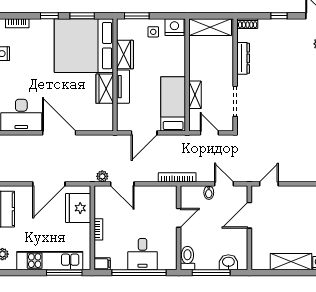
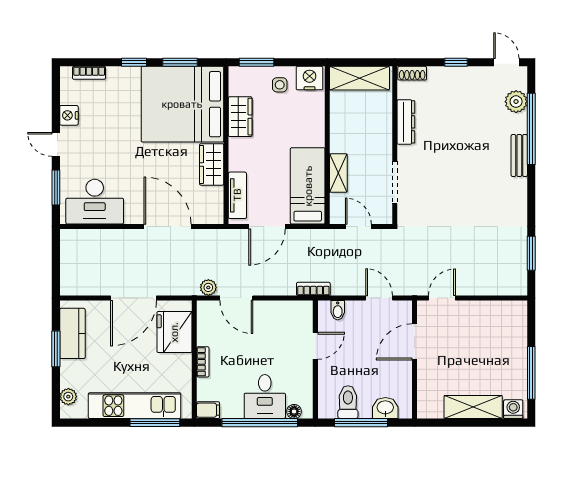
tv unit: (123, 87) -> (237, 195), moved
door: (59, 133) -> (168, 227), moved
bookcase: (177, 177) -> (313, 289), width x0.64
bidet: (209, 193) -> (338, 310), moved
toilet: (187, 258) -> (348, 402), moved
floor lamp: (163, 265) -> (294, 411), added

